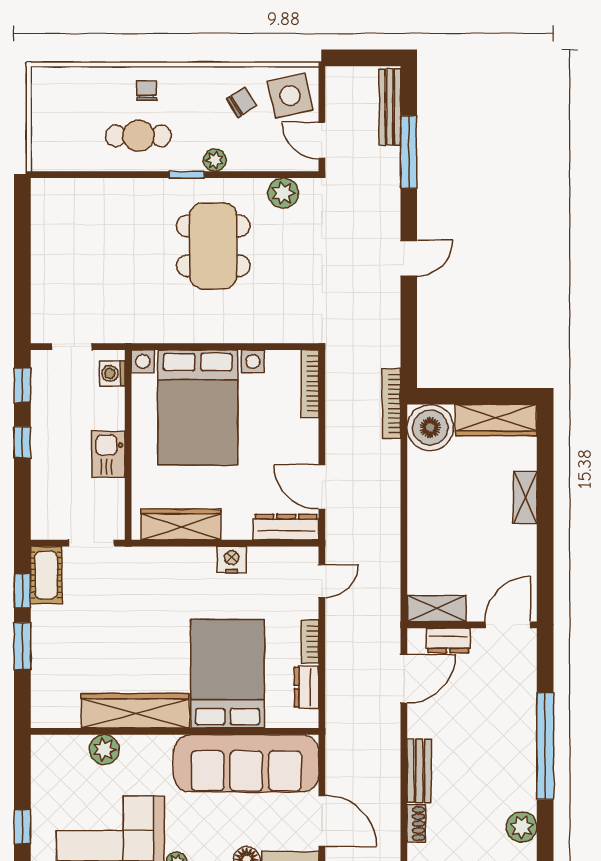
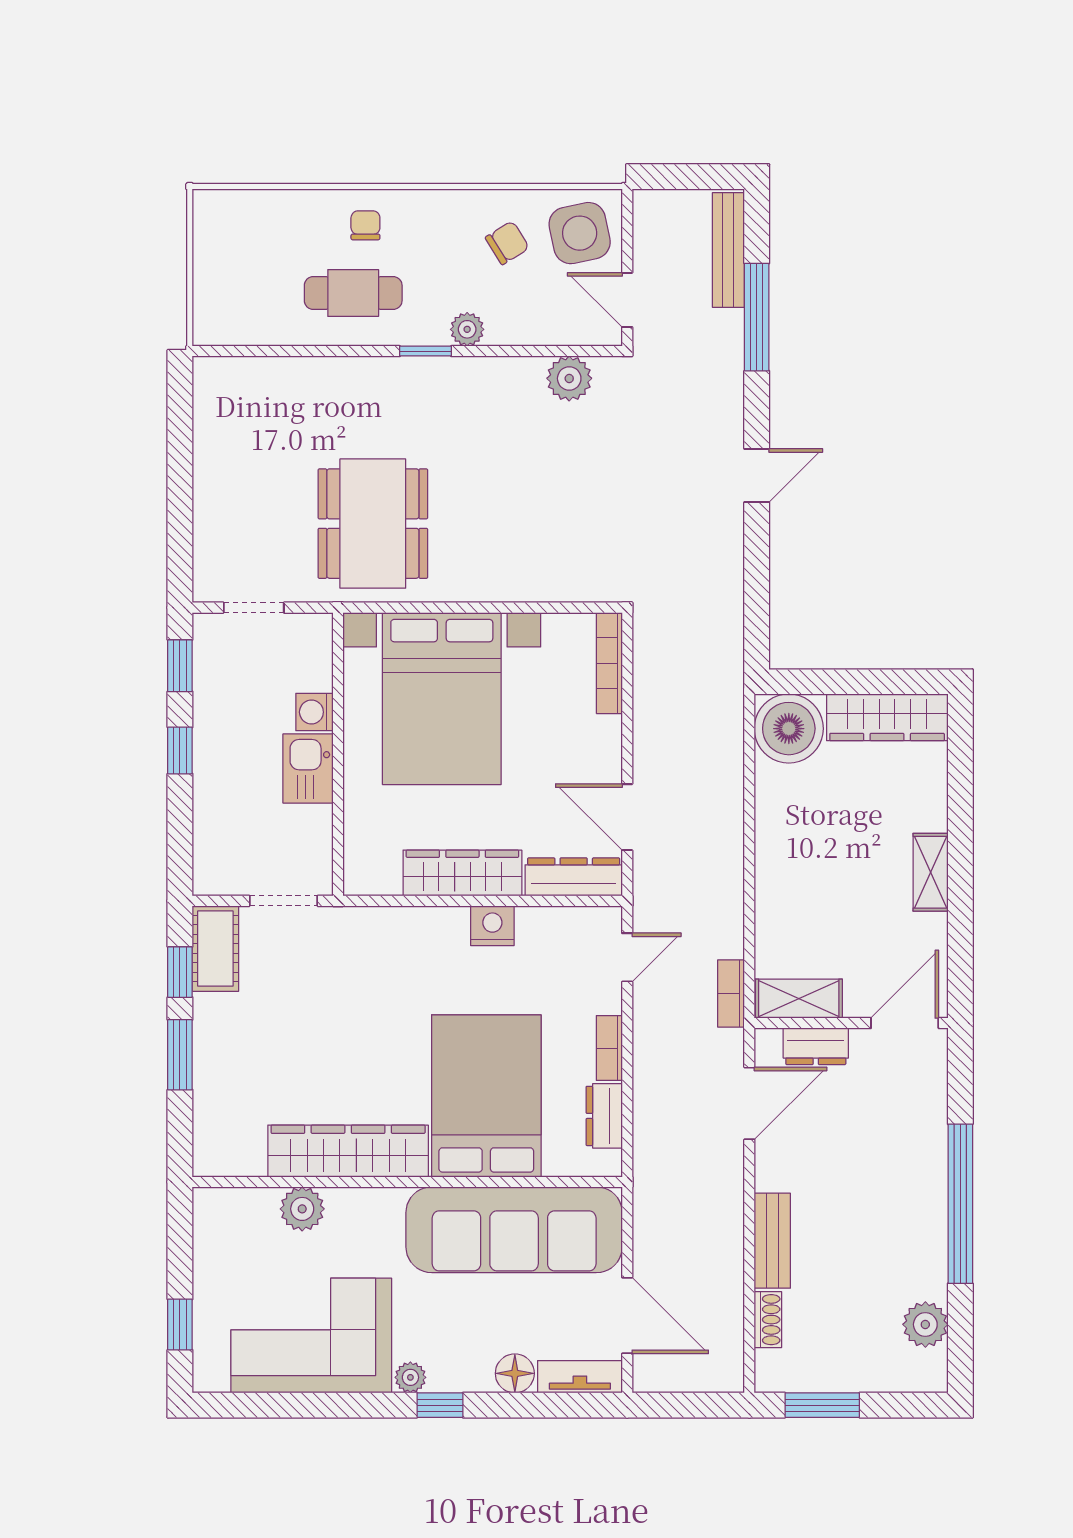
dining table: (213, 246) -> (373, 524), moved
washing machine: (112, 373) -> (314, 712), moved
bookcase: (392, 404) -> (731, 993), moved, width x0.64
shelving: (525, 497) -> (931, 872), moved
wardrobe: (181, 524) -> (462, 873), moved

